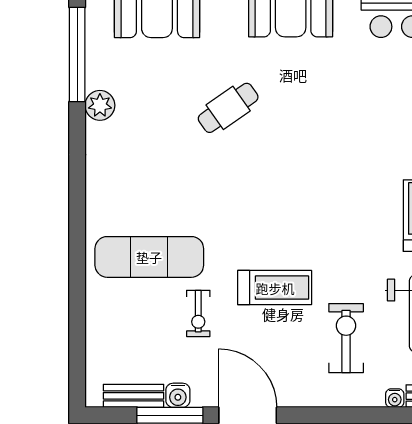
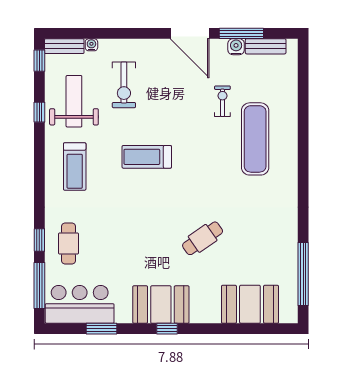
plant: (100, 105) -> (288, 240), removed
exercise mat: (149, 257) -> (255, 139), turned 90
treadmill: (275, 288) -> (147, 157), moved

